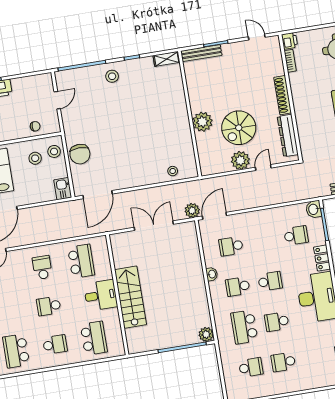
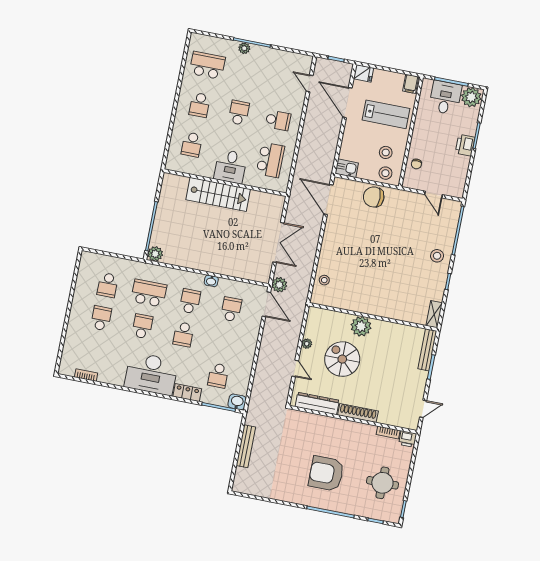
plant: (240, 160) -> (307, 344), width x0.53, depth x0.53
school desk: (81, 261) -> (270, 160), turned -90
school desk: (94, 338) -> (192, 145), width x0.54

